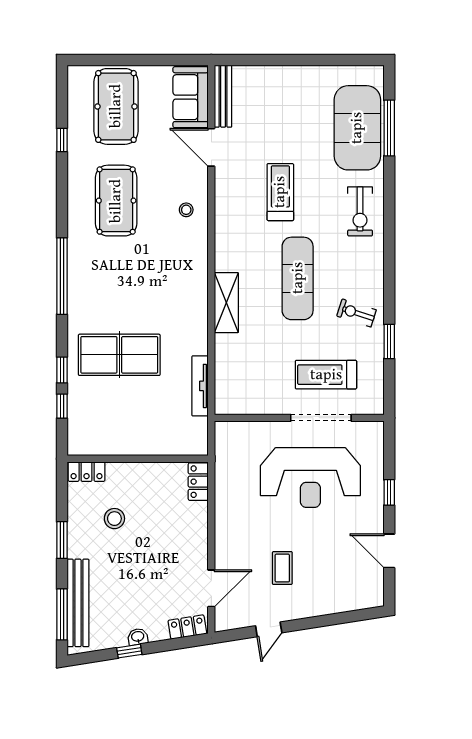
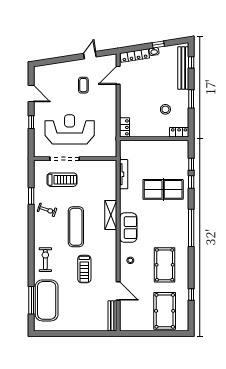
sofa: (191, 97) -> (128, 228), moved
window: (62, 614) -> (191, 62), width x0.46
locker: (187, 627) -> (135, 56), width x1.53

